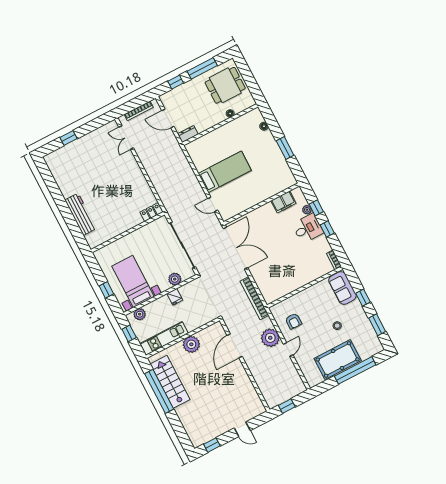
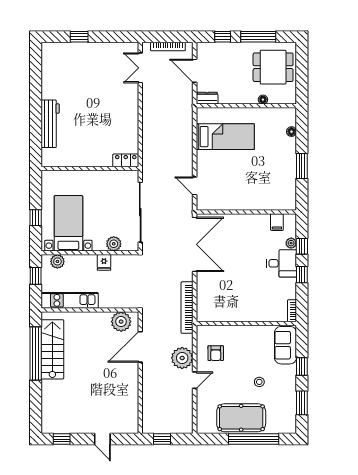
bed: (225, 172) -> (225, 137), moved
filing cabinet: (283, 202) -> (277, 222), width x0.50
plant: (191, 344) -> (121, 322), moved

